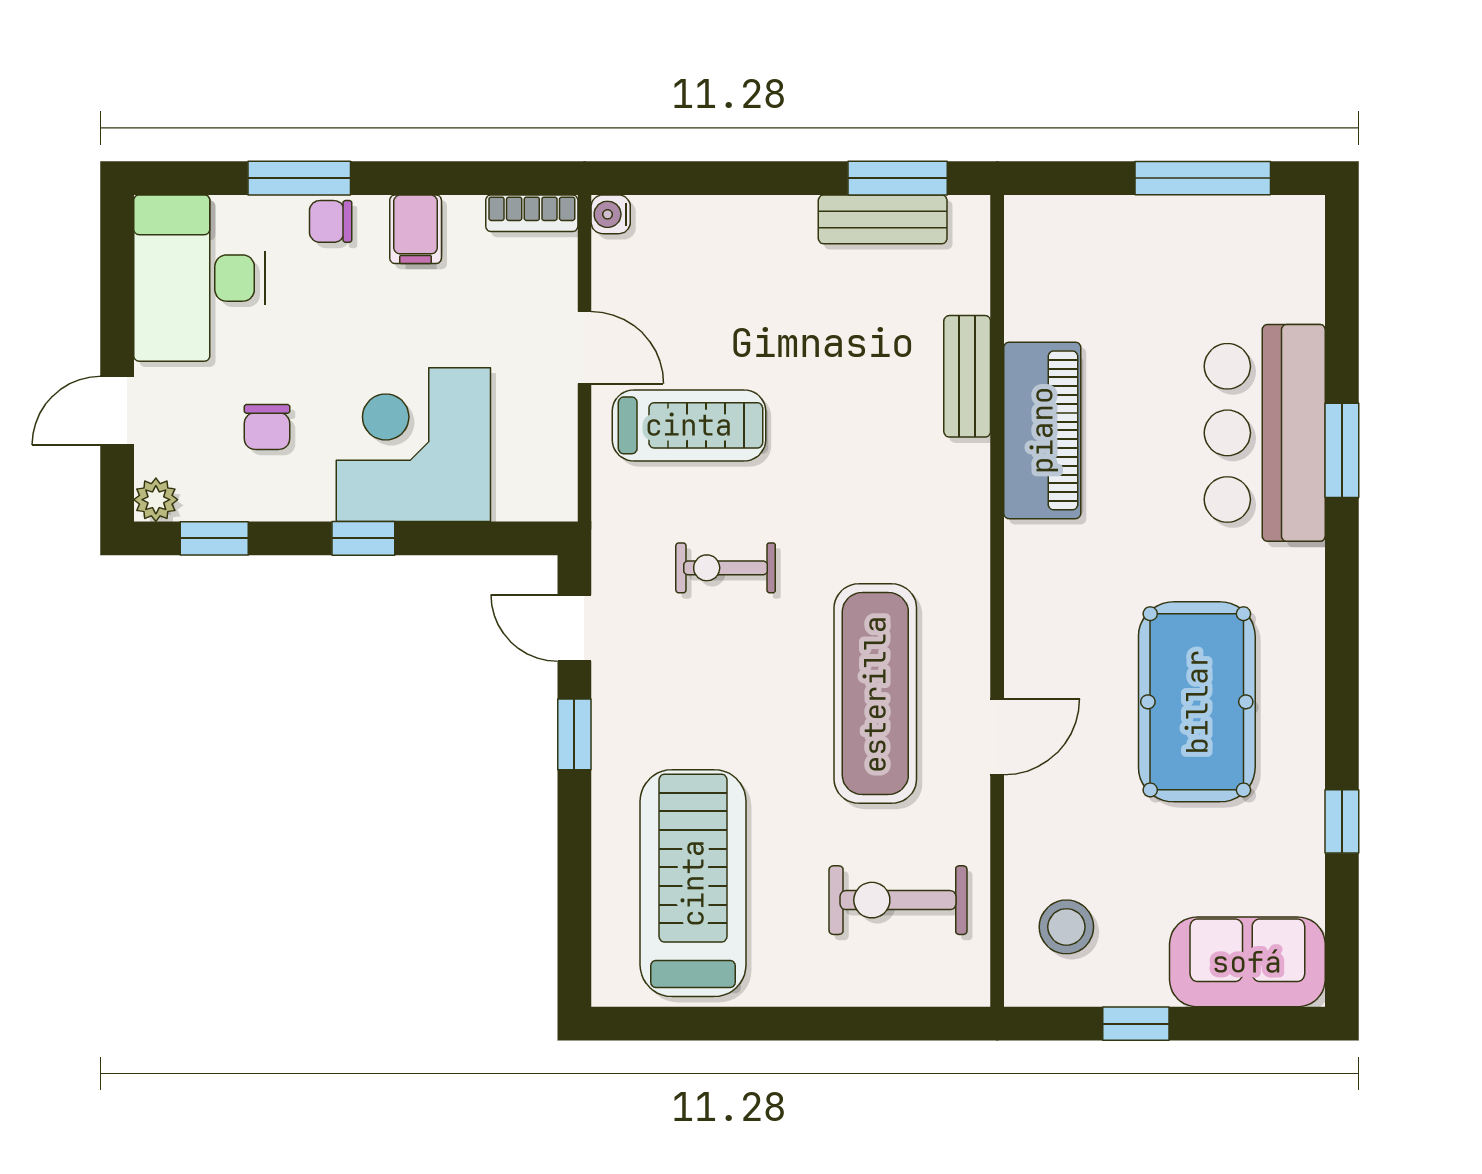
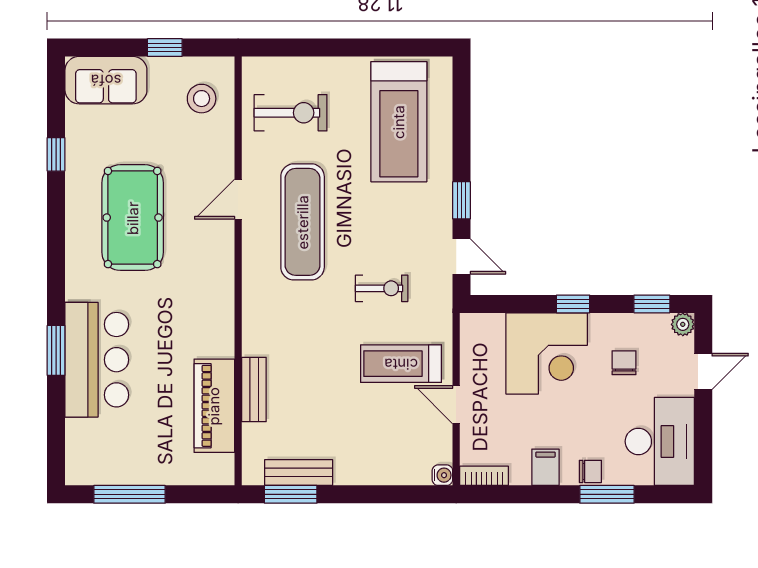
piano: (1042, 430) -> (214, 406), moved

